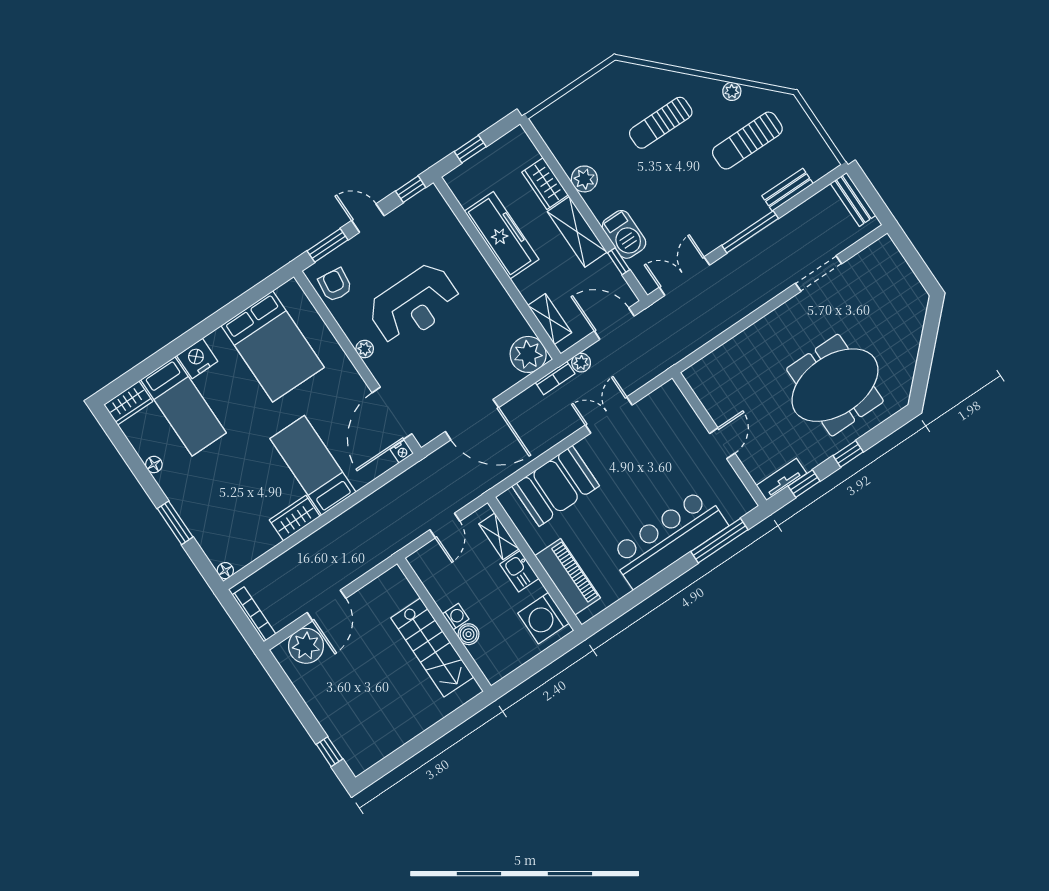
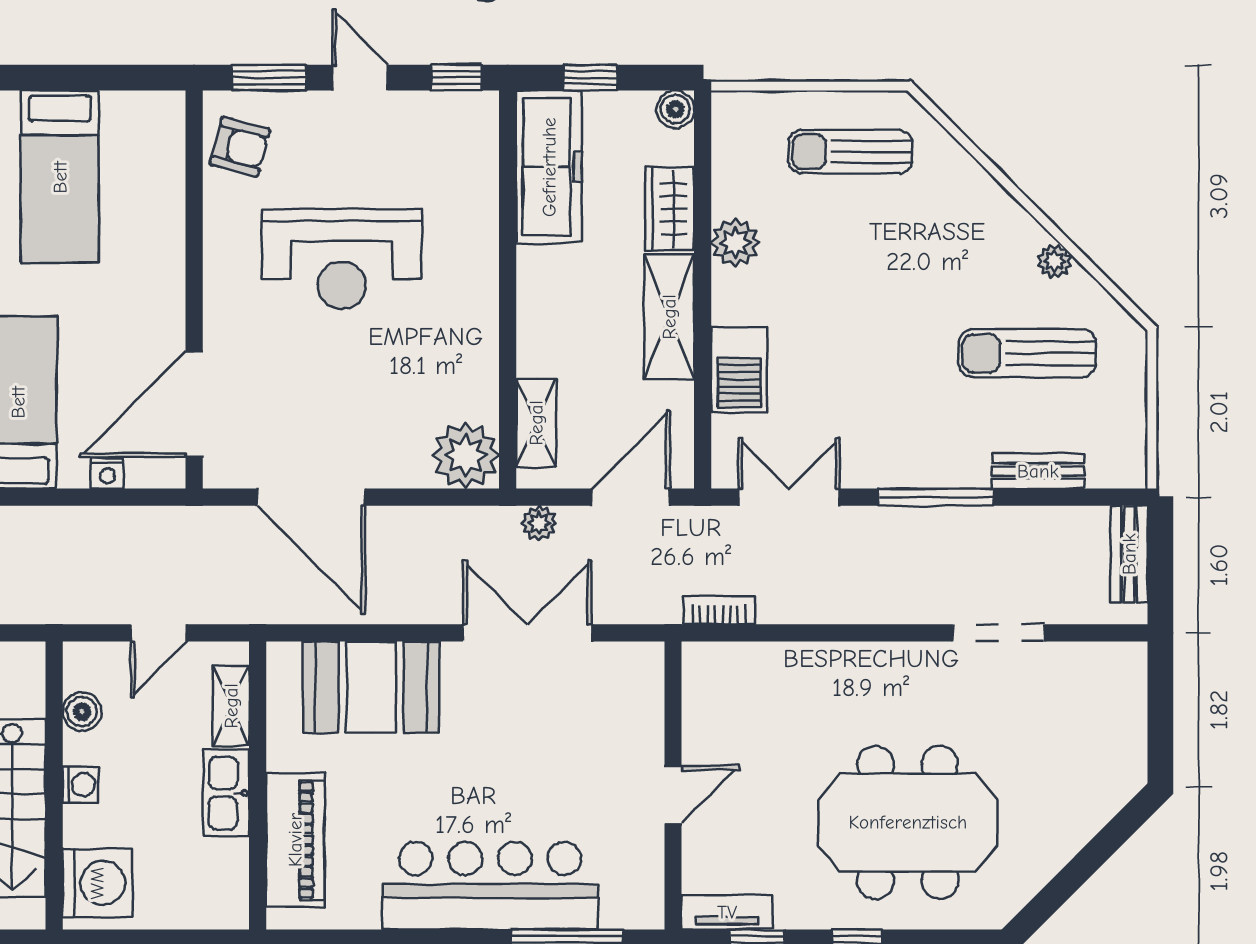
sun lounger: (661, 123) -> (851, 152), moved
boiler: (518, 138) -> (675, 109), added
freezer: (502, 235) -> (549, 167), moved
window: (619, 261) -> (703, 406), removed
armchair: (335, 285) -> (240, 147), turned 98
door: (614, 324) -> (631, 497), hinge flipped
bed: (273, 346) -> (60, 177), width x0.67
plant: (365, 349) -> (219, 276), removed
bookcase: (555, 378) -> (719, 610), moved, turned 180
double door: (609, 415) -> (527, 633), width x1.37
nightstand: (402, 451) -> (107, 473), moved
kitchen sink: (519, 571) -> (226, 793), width x1.38
washing machine: (543, 618) -> (97, 883), moved, turned 180
boiler: (469, 634) -> (82, 712), moved

